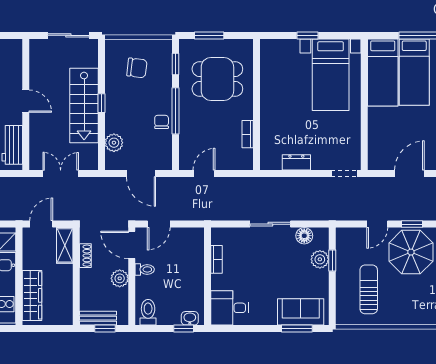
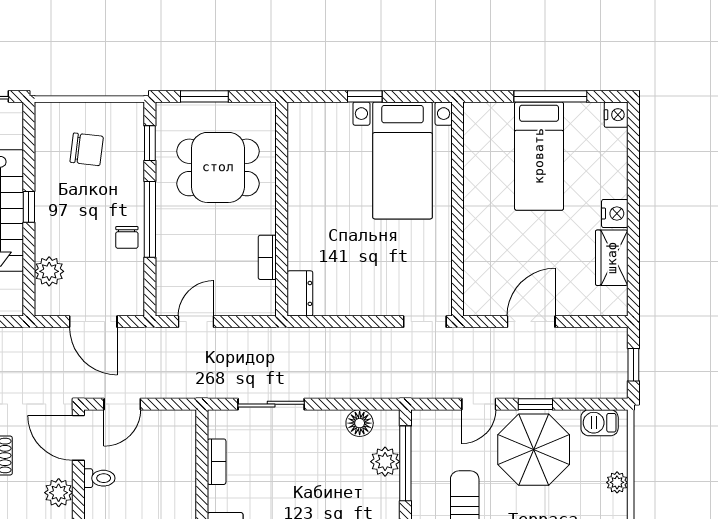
bed: (383, 72) -> (488, 157), removed
chair: (162, 122) -> (127, 237), turned 180
dresser: (296, 162) -> (300, 293), moved, turned 90
sliding door: (270, 224) -> (271, 404), moved
window: (332, 260) -> (405, 463), width x2.17

